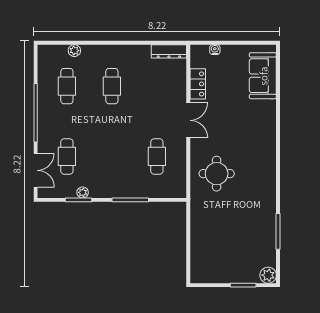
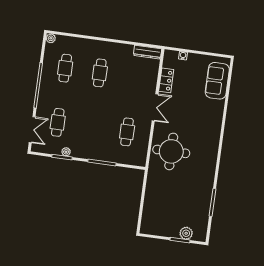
plant: (74, 51) -> (51, 38), moved
round table: (217, 174) -> (171, 151), width x1.36, depth x1.36
plant: (268, 275) -> (186, 233), moved

